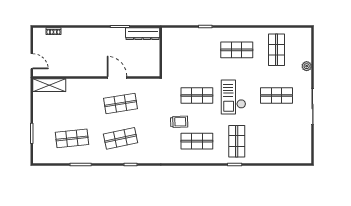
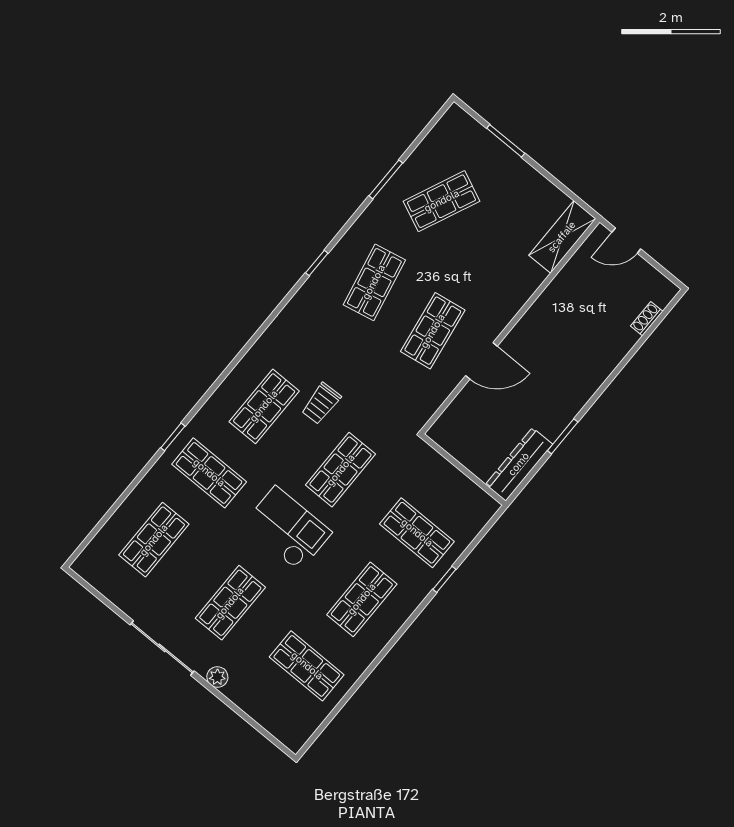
shop shelf: (197, 50) -> (417, 533), added
plant: (307, 66) -> (217, 677), moved
shop shelf: (72, 138) -> (442, 201), turned 30
shop shelf: (276, 141) -> (154, 540), added

